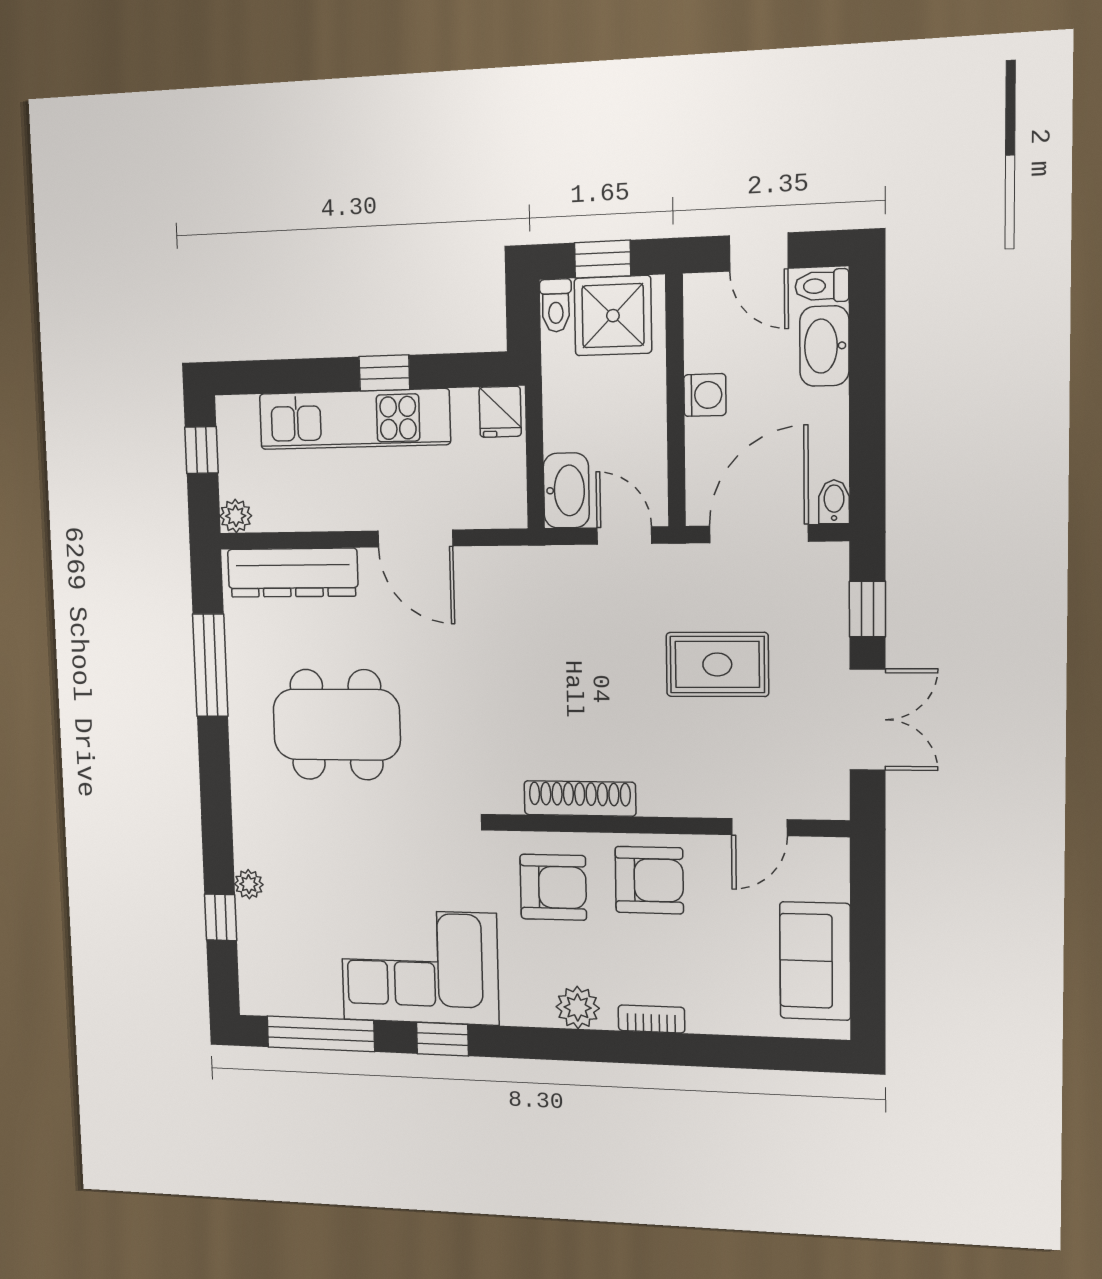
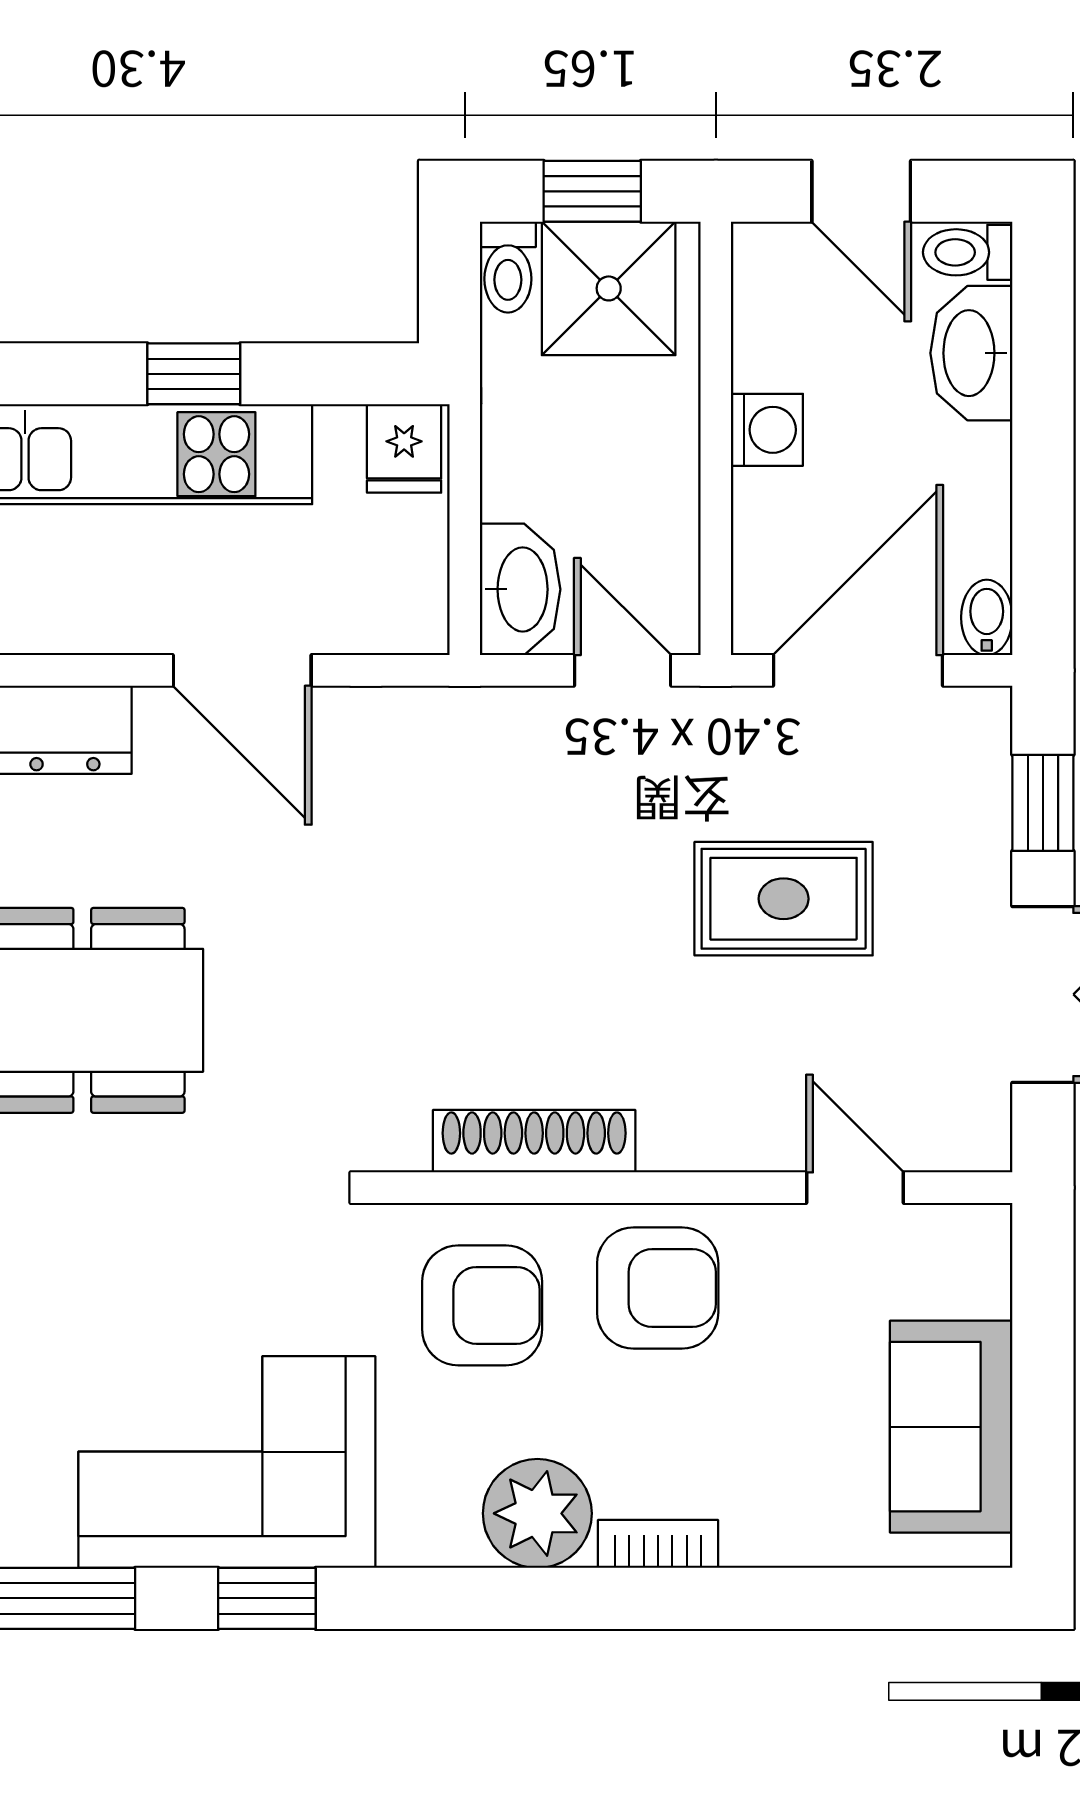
door: (759, 827) -> (855, 1188), swing flipped
plant: (578, 1008) -> (537, 1513), width x1.36, depth x1.36

